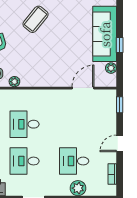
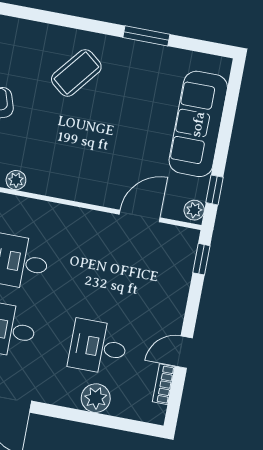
window: (120, 45) -> (214, 190), moved
plant: (111, 68) -> (194, 210), moved
door: (120, 143) -> (184, 352), moved

